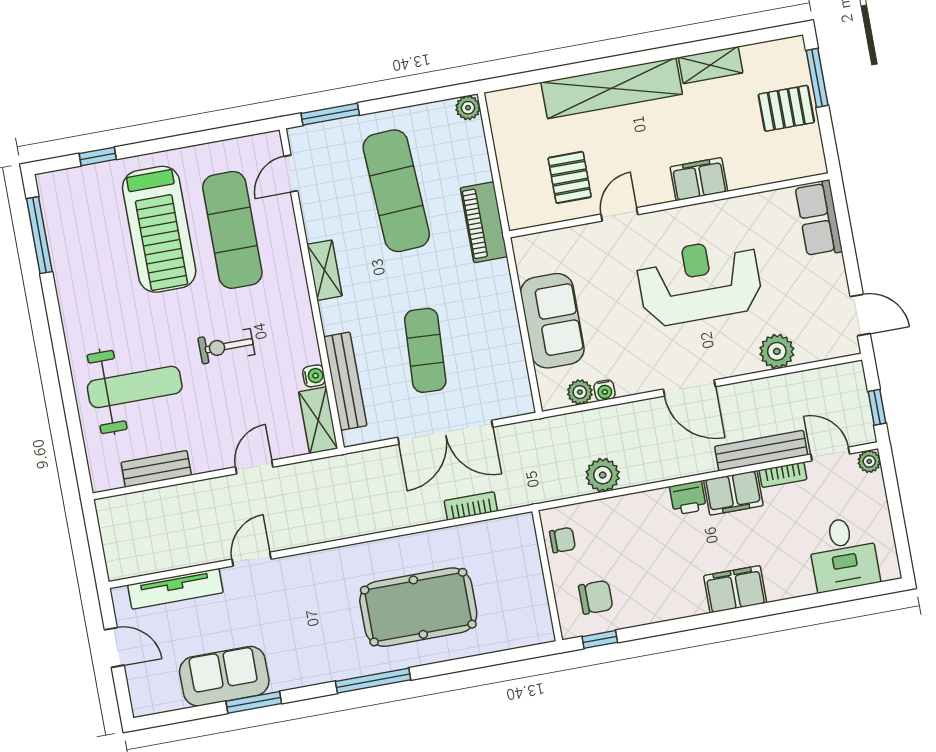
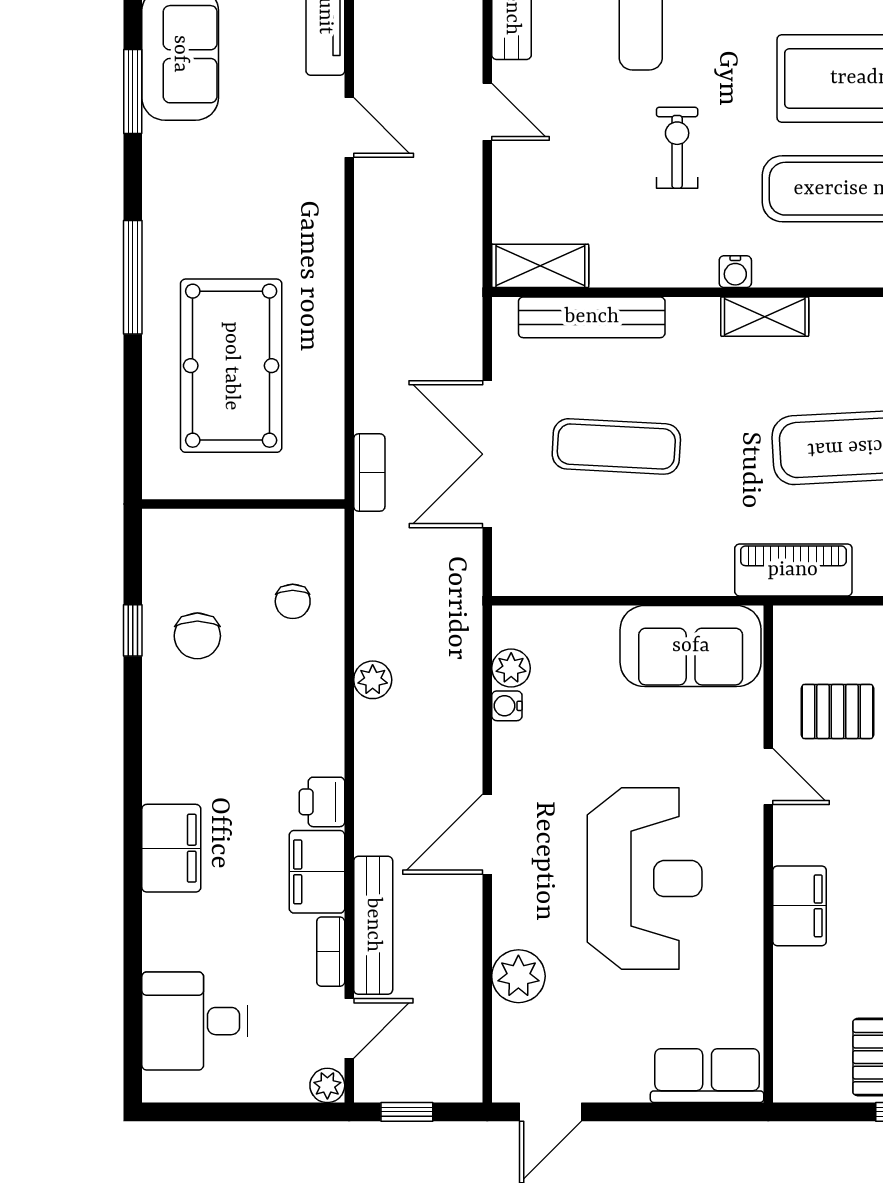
sofa: (552, 321) -> (691, 646), moved
water cooler: (314, 376) -> (735, 272), moved
door: (254, 467) -> (487, 112), moved
plant: (603, 475) -> (373, 680), width x0.73, depth x0.73
wall: (547, 576) -> (243, 504), moved

